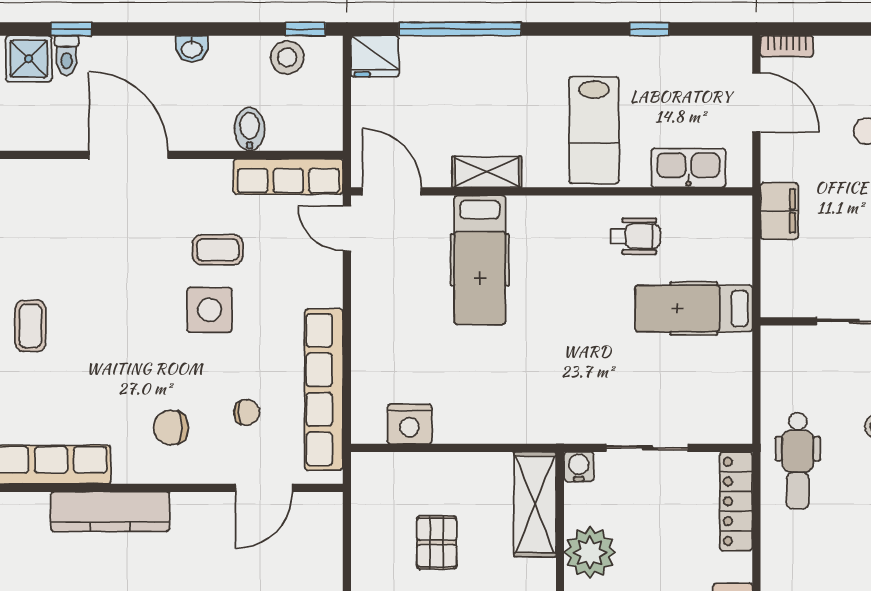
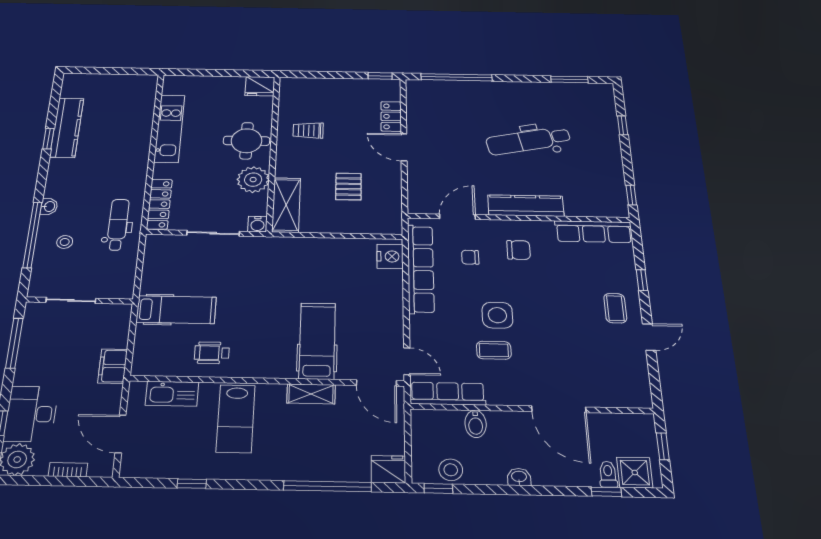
bookcase: (787, 46) -> (68, 470), moved
lab bench: (594, 130) -> (236, 419), turned 180
nightstand: (410, 424) -> (390, 256), moved, turned 90
kitchen counter: (110, 512) -> (526, 206), moved

